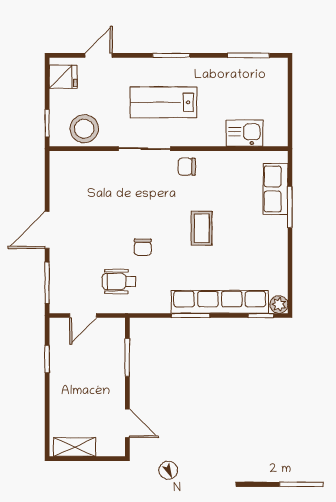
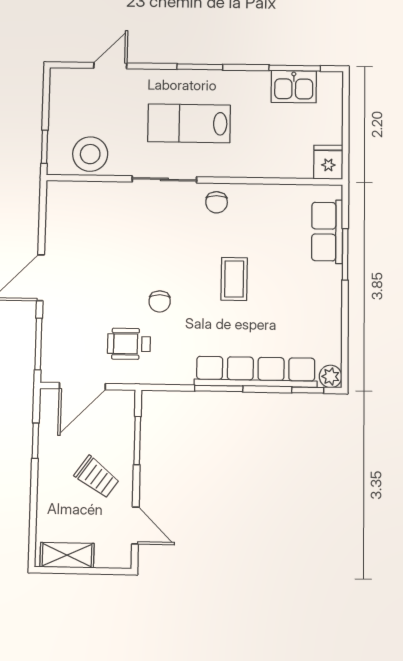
fridge: (63, 77) -> (328, 162), moved, turned -90
kitchen sink: (245, 133) -> (294, 87), moved, turned 180
chair: (187, 167) -> (217, 202), turned -90
door: (83, 316) -> (82, 386), width x1.38
trolley: (96, 386) -> (97, 477), added

